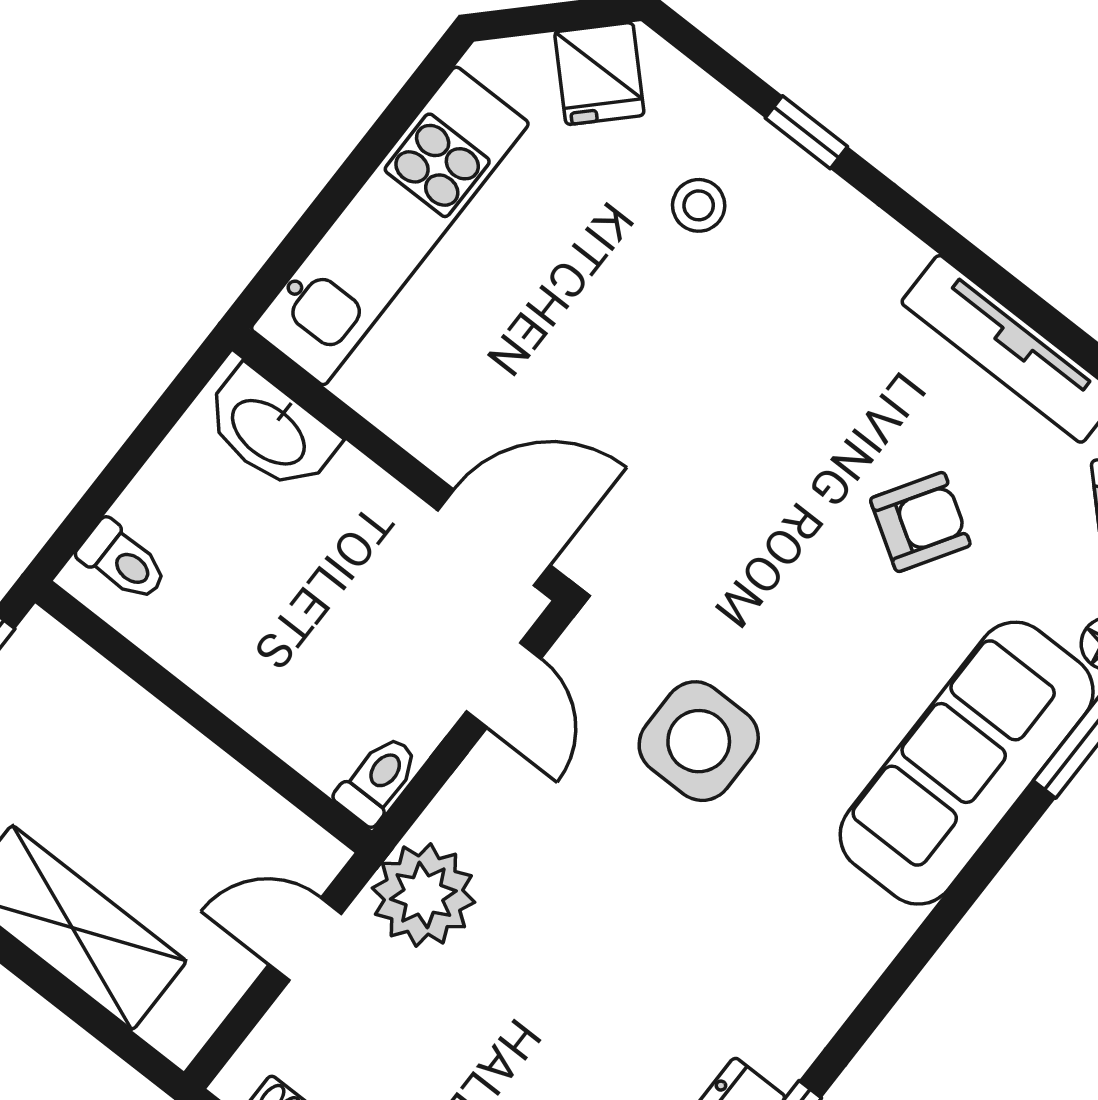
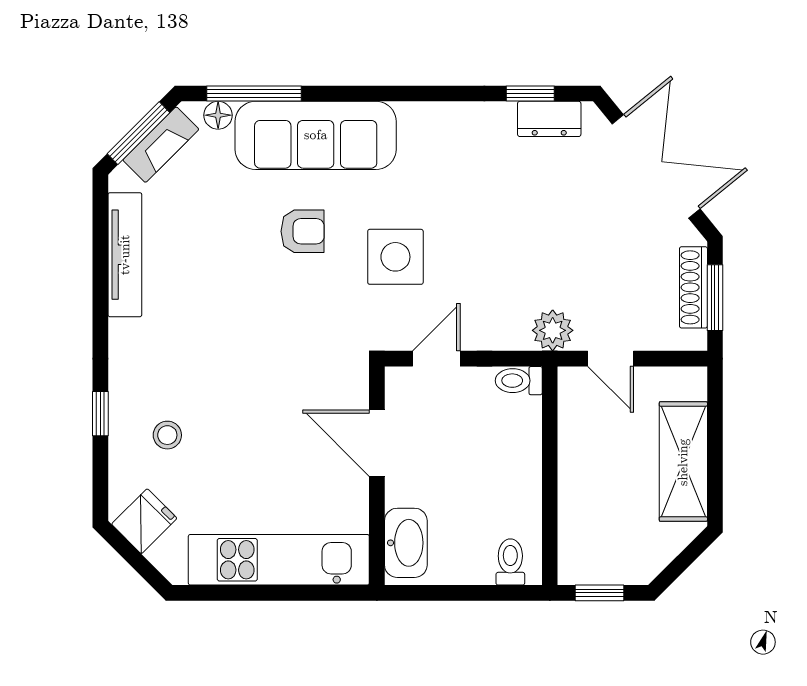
armchair: (920, 522) -> (303, 231), moved, turned 148
door: (494, 538) -> (377, 443), moved
plant: (423, 895) -> (553, 330), width x0.73, depth x0.73

